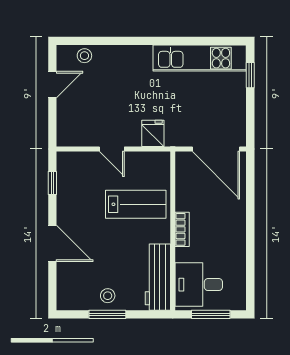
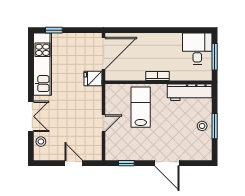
double door: (122, 41) -> (31, 116), added
door: (52, 85) -> (74, 163), moved
fridge: (153, 133) -> (93, 78), moved
door: (52, 243) -> (167, 163), swing flipped
desk: (199, 285) -> (197, 49), moved, turned 180

